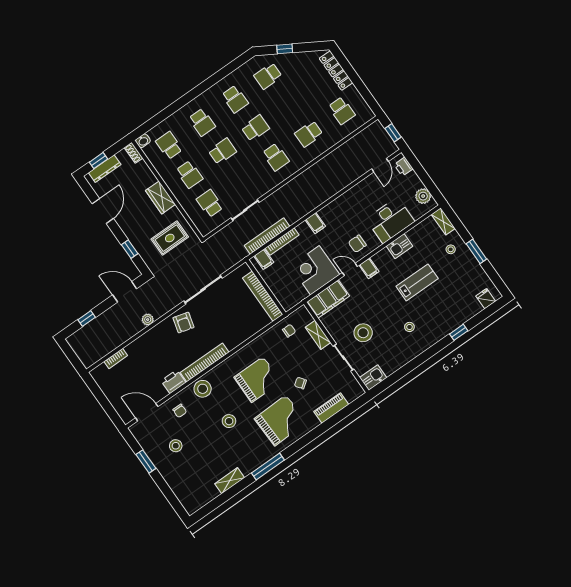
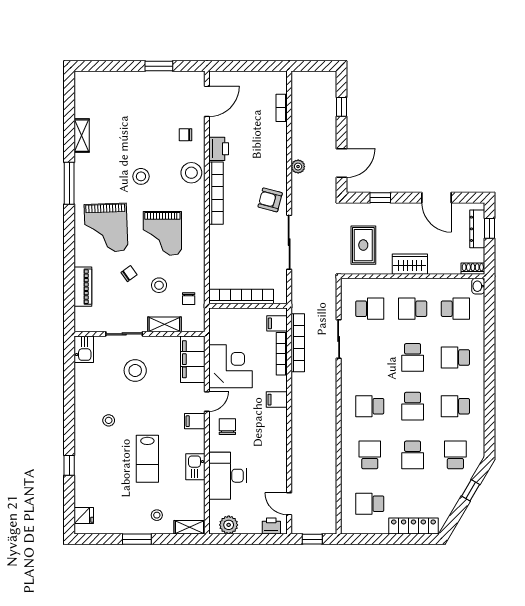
school desk: (288, 105) -> (413, 455), added
stool: (176, 446) -> (159, 285), moved

